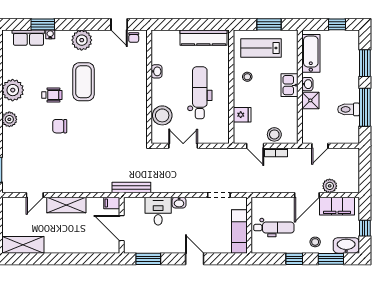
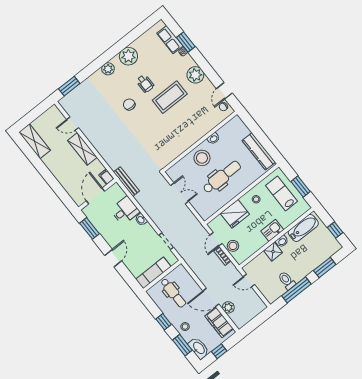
stool: (162, 115) -> (202, 158), moved
fridge: (242, 115) -> (235, 214), width x1.88, depth x1.34

